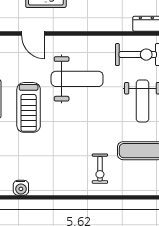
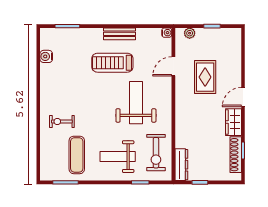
weight bench: (77, 79) -> (136, 103), turned 180

